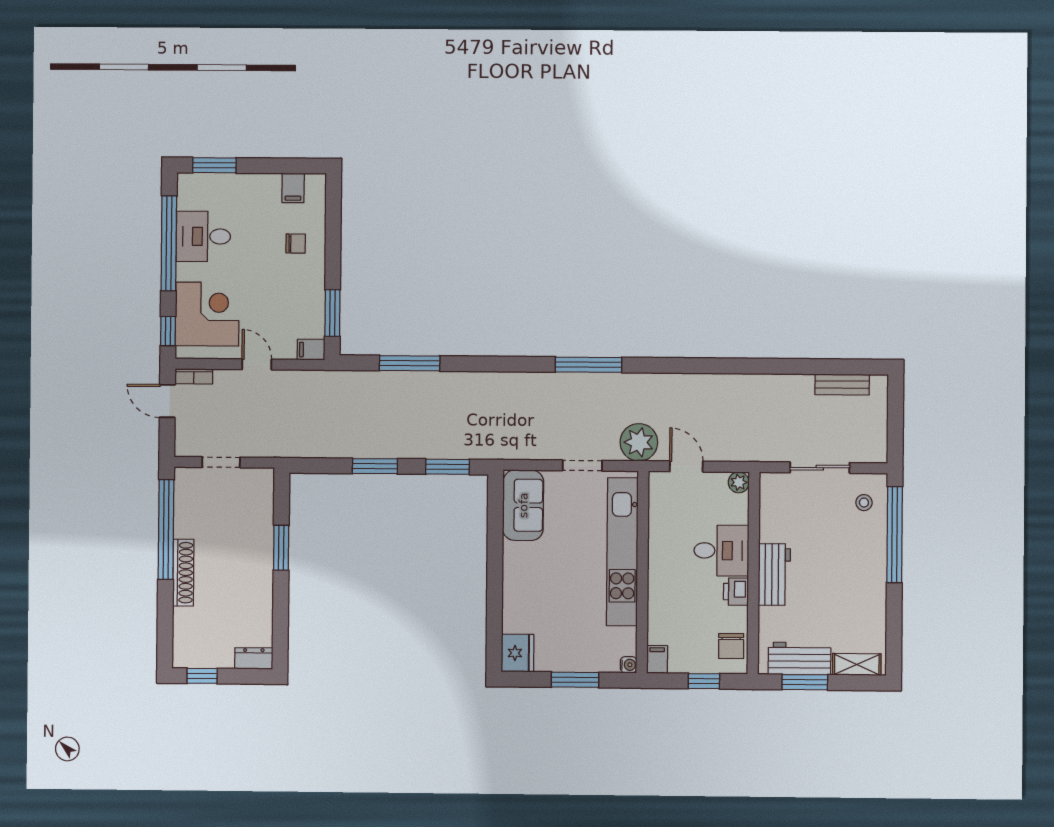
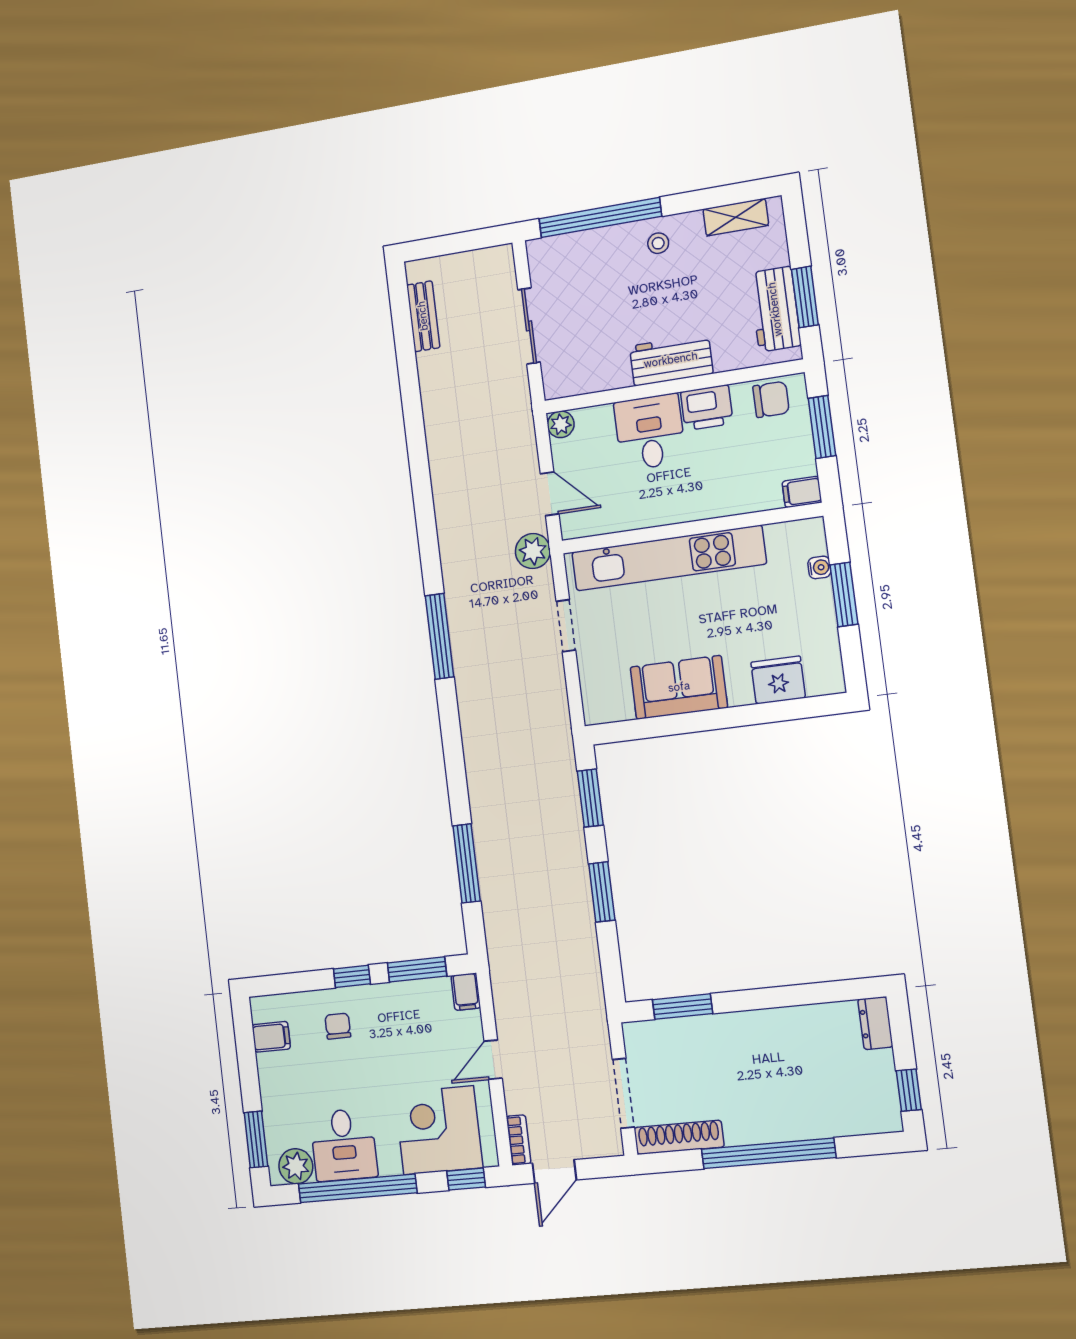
plant: (190, 195) -> (296, 1166), added
window: (333, 260) -> (352, 976), added
plant: (639, 442) -> (533, 551), width x0.73, depth x0.73
doorway: (221, 462) -> (623, 1093), width x1.38
door: (686, 466) -> (550, 494), swing flipped
stool: (864, 503) -> (658, 243), moved
sofa: (523, 505) -> (679, 687), moved
window: (166, 529) -> (768, 1153), moved
window: (281, 548) -> (682, 1007), moved
shoe rack: (183, 573) -> (679, 1137), moved
printer: (736, 592) -> (707, 408), width x1.36, depth x1.24
fridge: (518, 653) -> (778, 680), moved
shelving: (857, 664) -> (736, 217), moved, turned 90
water cooler: (629, 665) -> (819, 567), moved, turned 90
window: (704, 681) -> (822, 427), width x1.50

